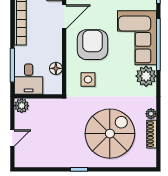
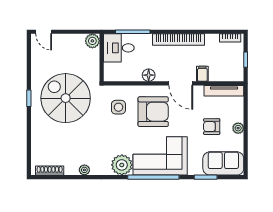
floor lamp: (56, 68) -> (149, 75), moved
spiral stairs: (110, 134) -> (66, 98), moved, turned 180
shoe rack: (152, 134) -> (50, 171), moved
door: (12, 138) -> (44, 32), moved

